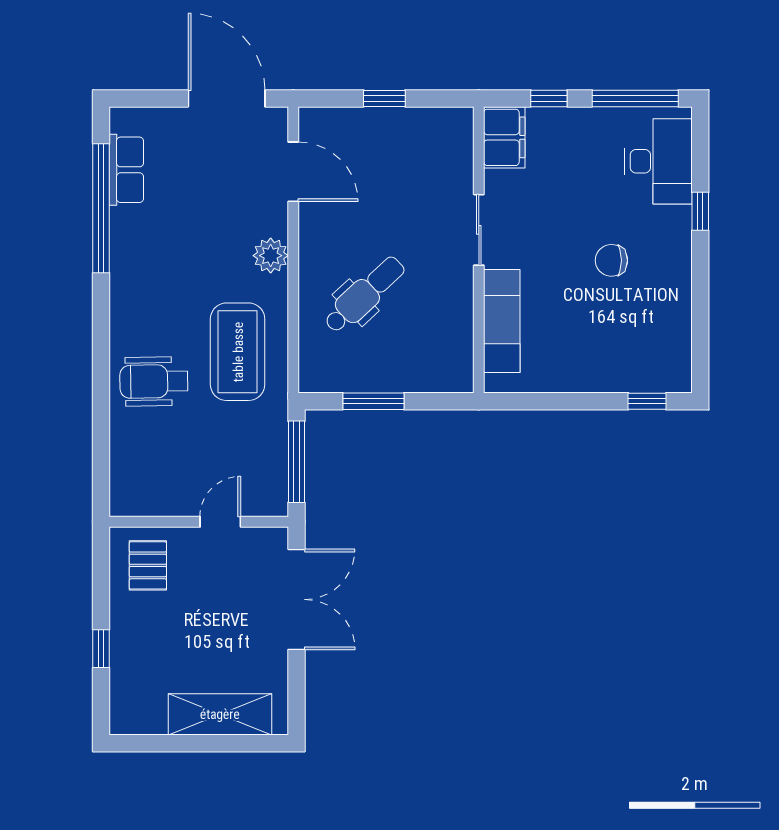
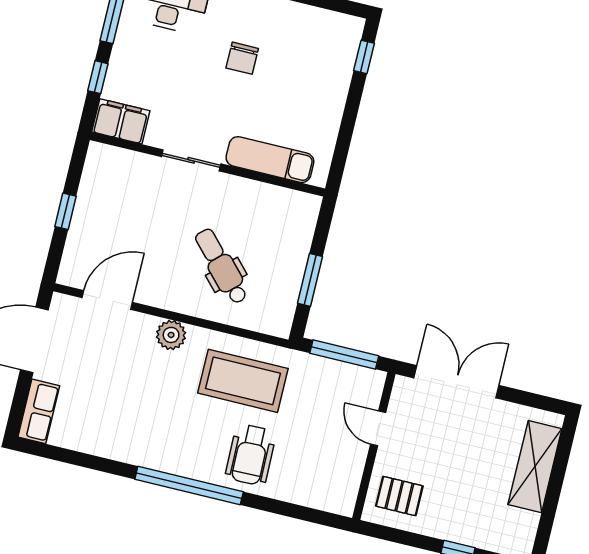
row of seats: (126, 170) -> (39, 411), moved, turned 90
window: (101, 208) -> (189, 486), moved

